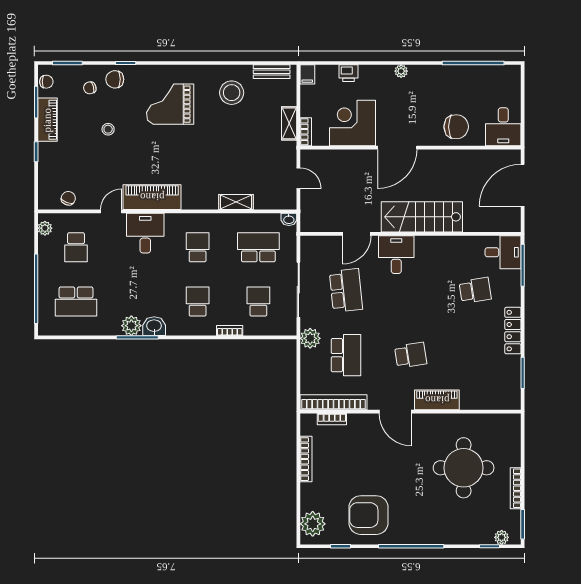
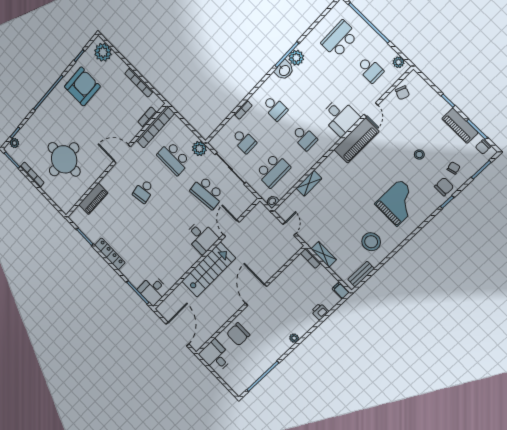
corner desk: (353, 123) -> (291, 286), removed
door: (298, 178) -> (290, 229), swing flipped
school desk: (76, 247) -> (370, 70), turned 180
school desk: (475, 290) -> (147, 257), removed
piano: (437, 400) -> (93, 199), moved

